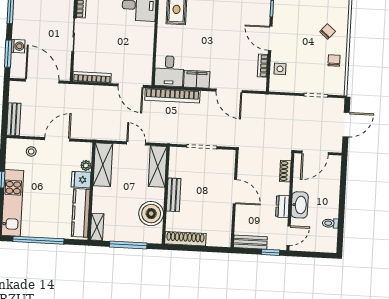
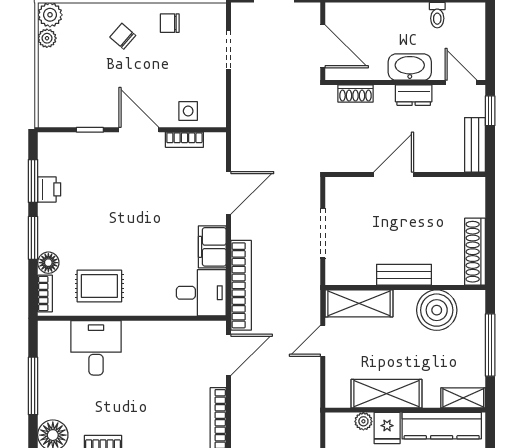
door: (270, 38) -> (139, 130), swing flipped
shelving: (103, 165) -> (387, 394), moved

